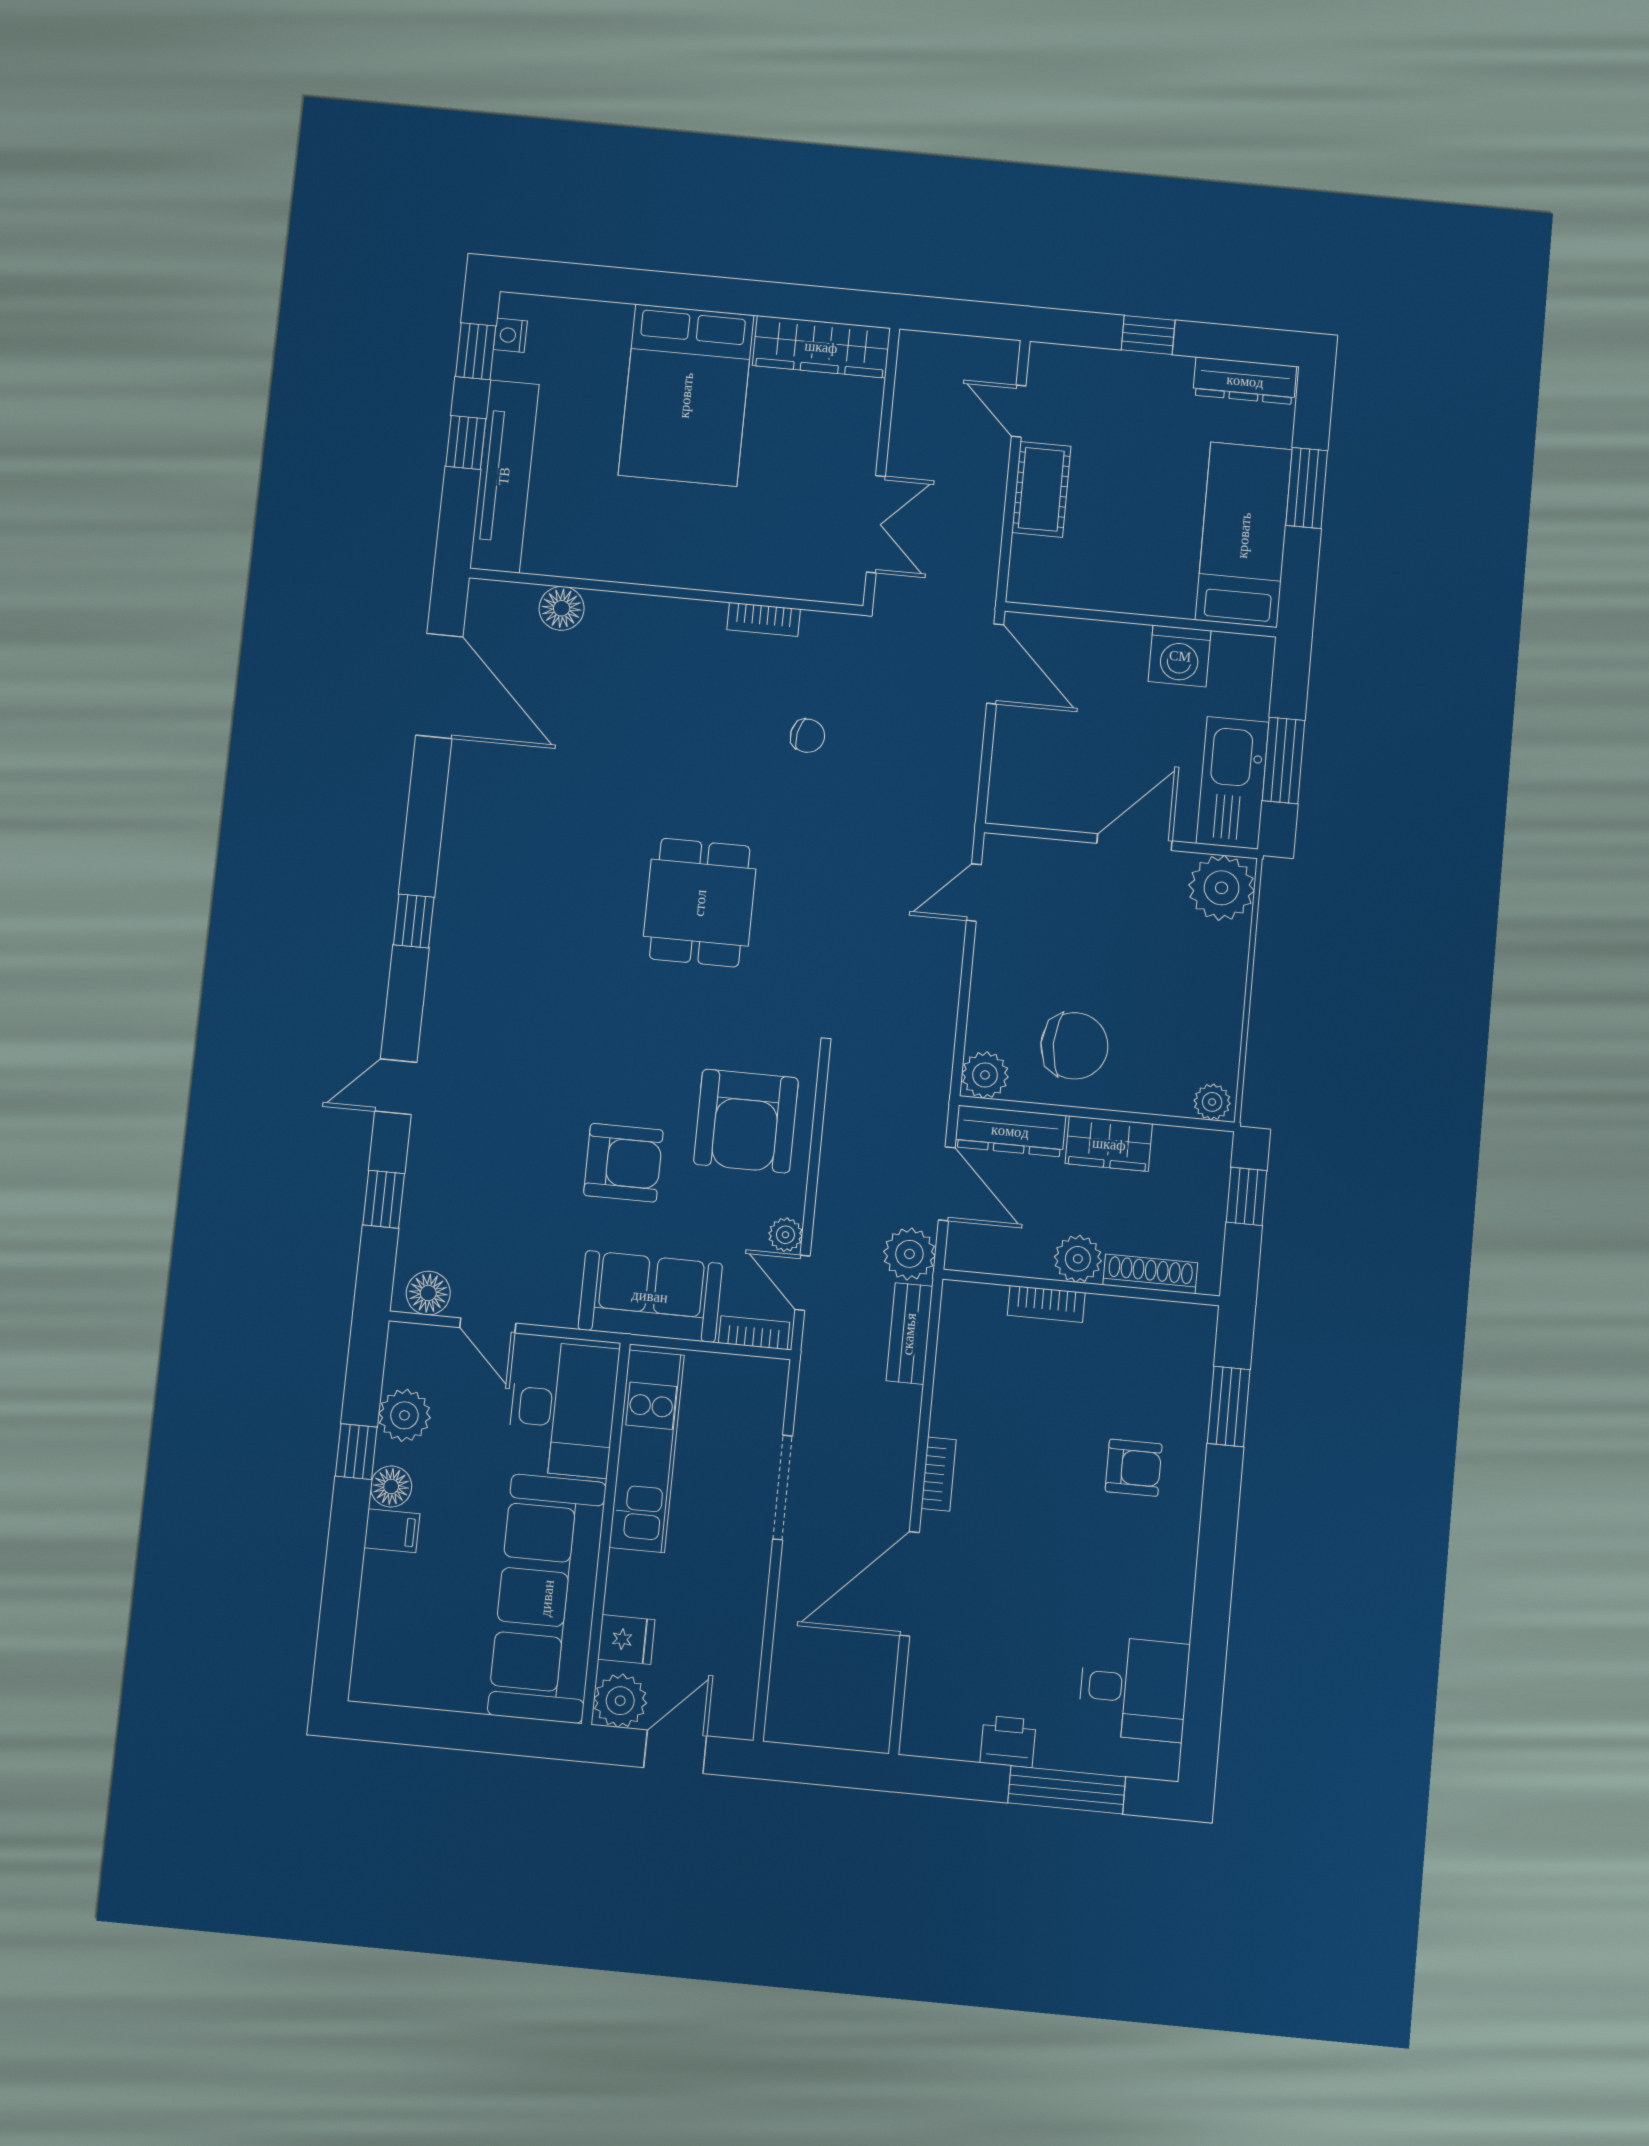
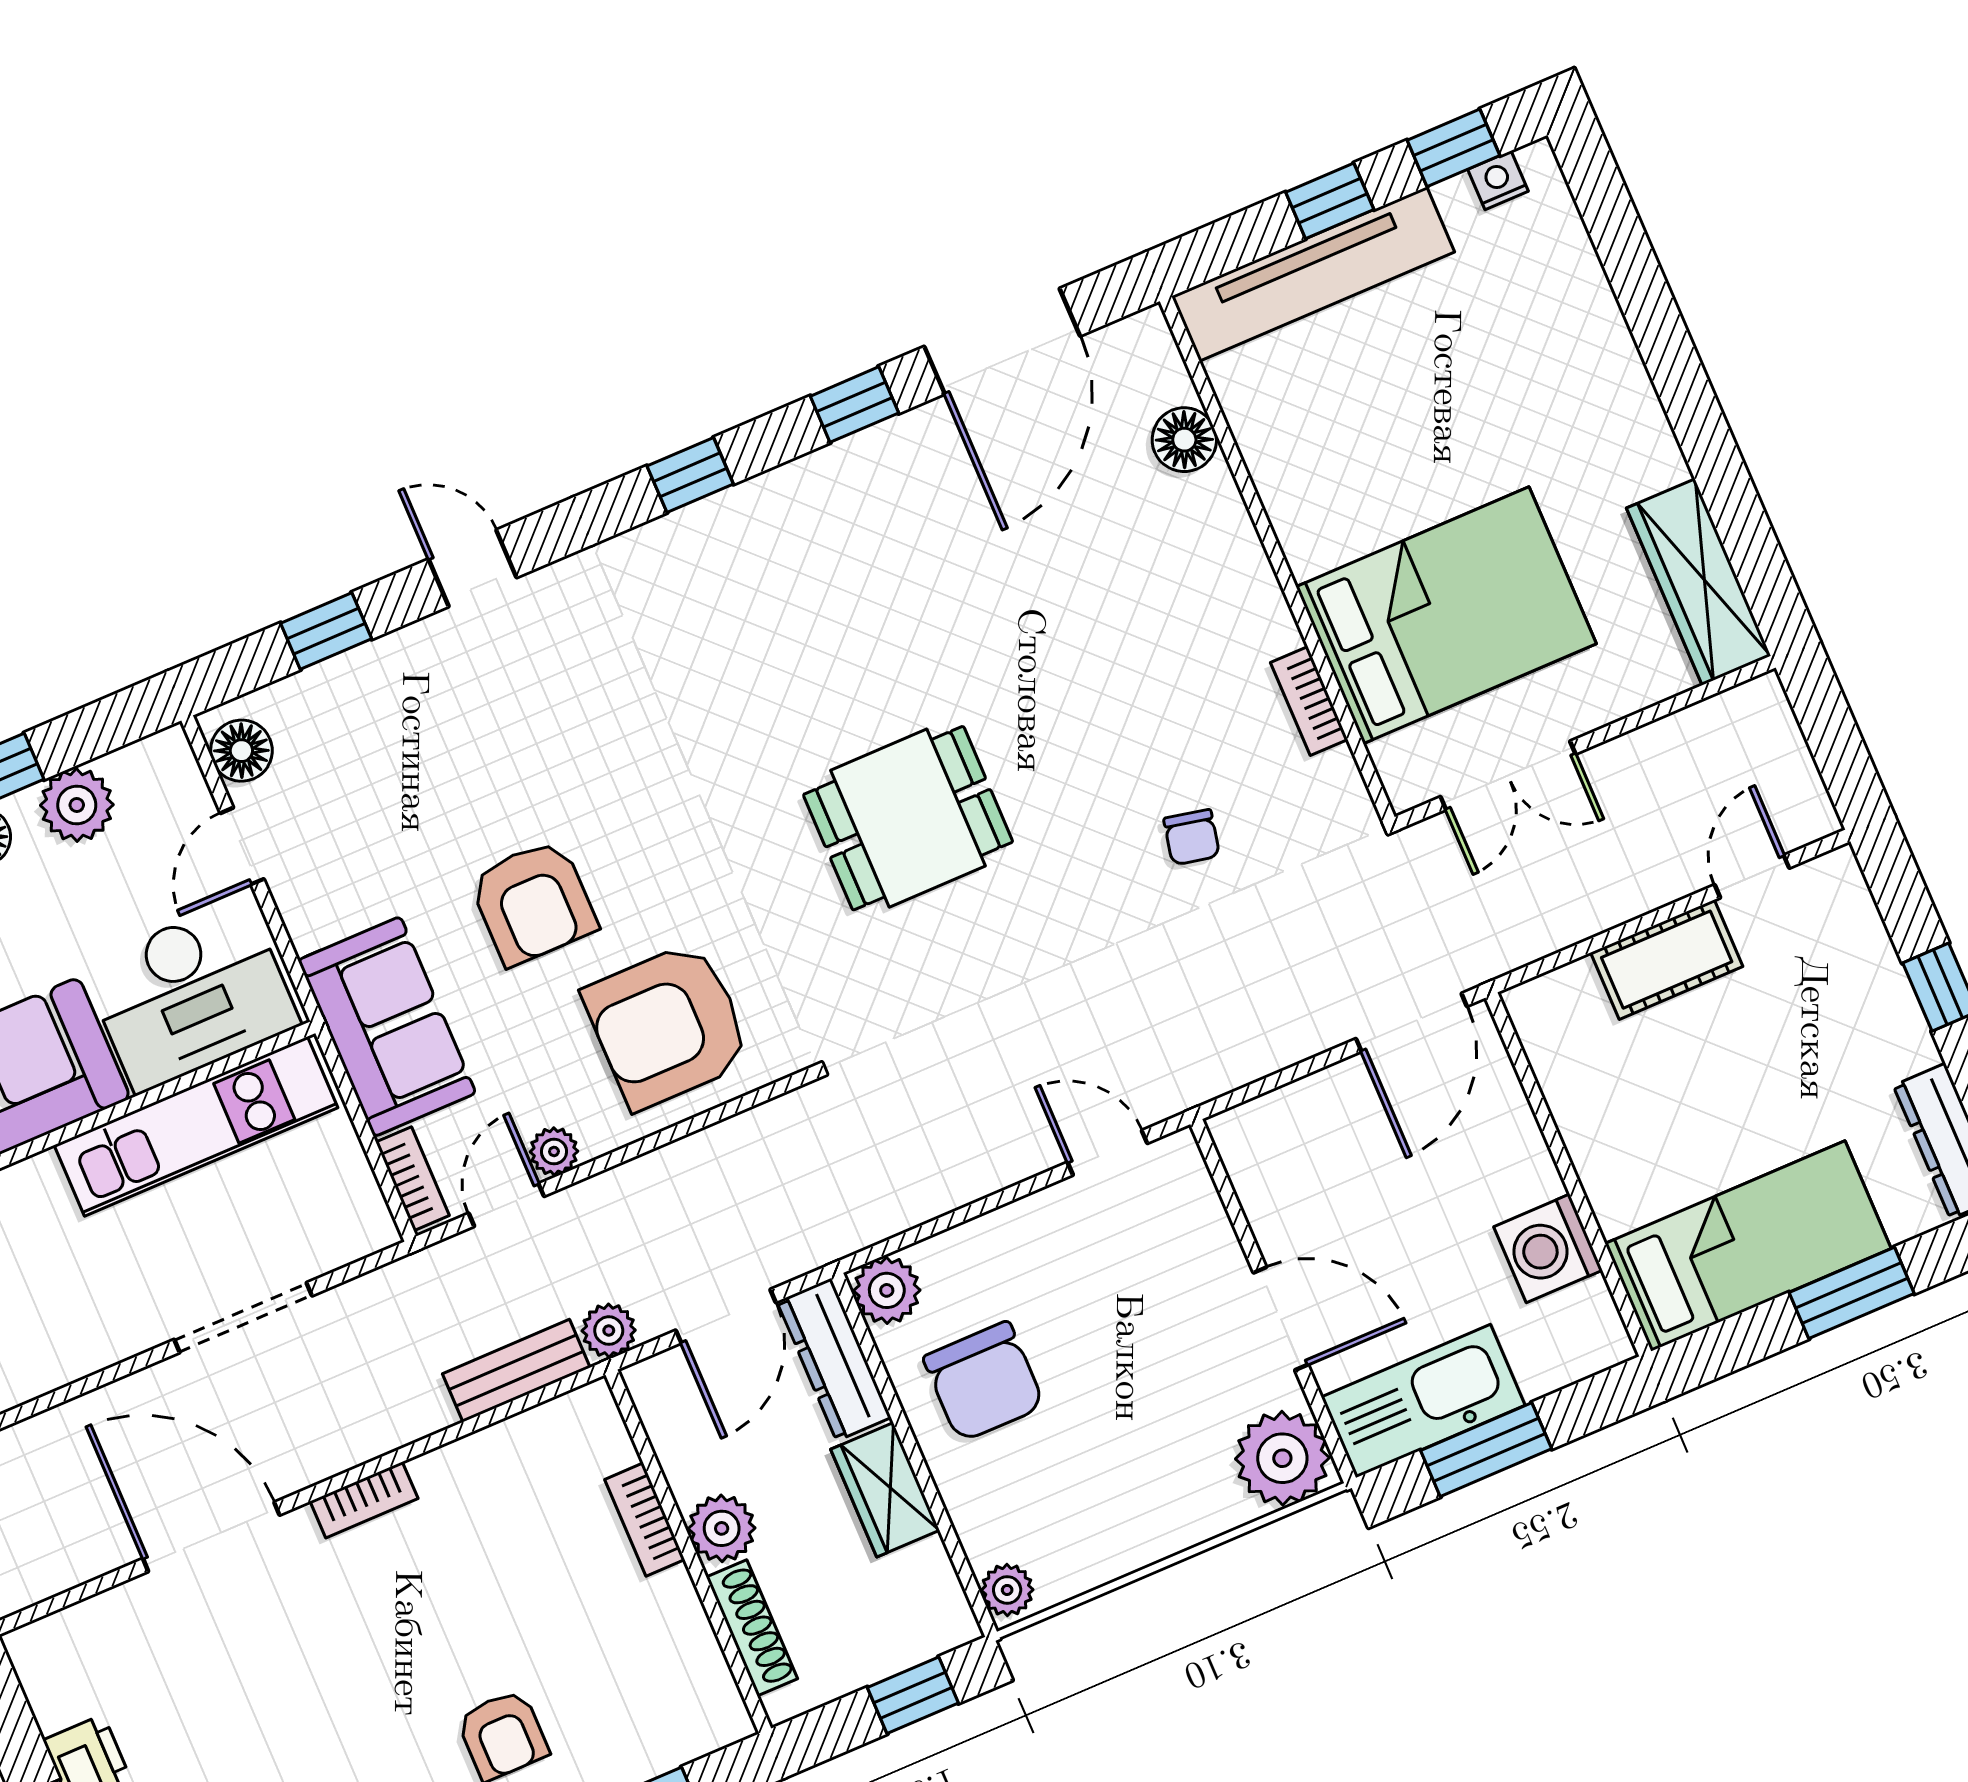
bed: (686, 395) -> (1446, 615), moved, turned 180
window: (427, 797) -> (854, 405), added
plant: (909, 1254) -> (609, 1331), width x0.73, depth x0.73

